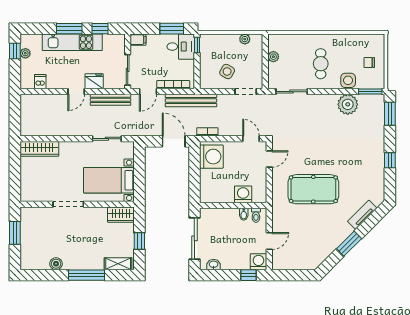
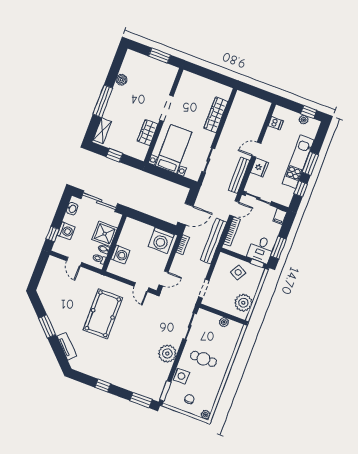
plant: (245, 39) -> (243, 303), width x1.88, depth x1.88
plant: (379, 39) -> (206, 415), added
side table: (227, 72) -> (238, 272), moved
door: (76, 92) -> (256, 150), hinge flipped
door: (148, 92) -> (234, 209), swing flipped
plant: (348, 104) -> (167, 354), moved
wardrobe: (39, 149) -> (216, 115), moved
wardrobe: (121, 215) -> (148, 133), moved
shower: (227, 220) -> (105, 234), added
washing machine: (258, 262) -> (66, 231), moved

